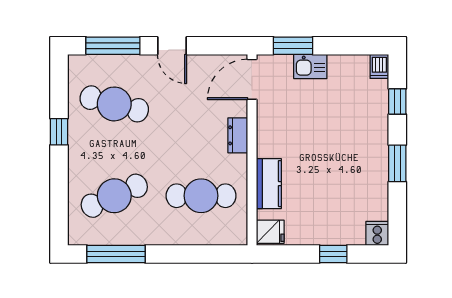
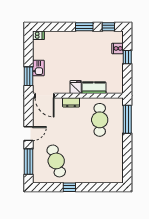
window: (397, 102) -> (108, 27), moved
cafe table: (114, 104) -> (56, 161), turned -33
cafe table: (114, 196) -> (100, 161), removed
fridge: (270, 232) -> (76, 87), moved
cooker: (377, 233) -> (117, 48), moved
window: (116, 254) -> (127, 119), moved

